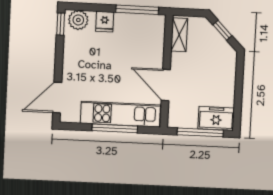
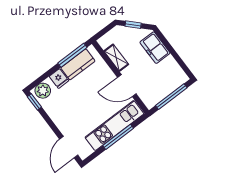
kitchen counter: (135, 23) -> (78, 64), added
shelving: (179, 35) -> (116, 58), moved
freezer: (216, 118) -> (155, 48), moved, turned -90

